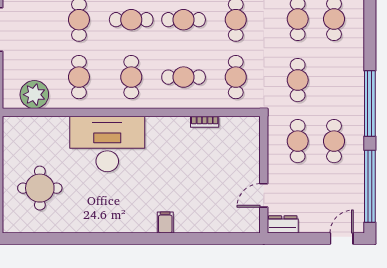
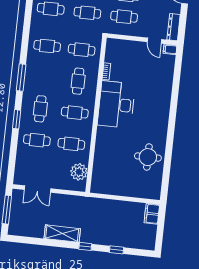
cafe table: (184, 20) -> (44, 77), removed
desk: (107, 144) -> (116, 105), moved
round table: (40, 188) -> (148, 157), moved
filing cabinet: (165, 222) -> (170, 49), moved
dresser: (283, 224) -> (174, 27), width x1.44

